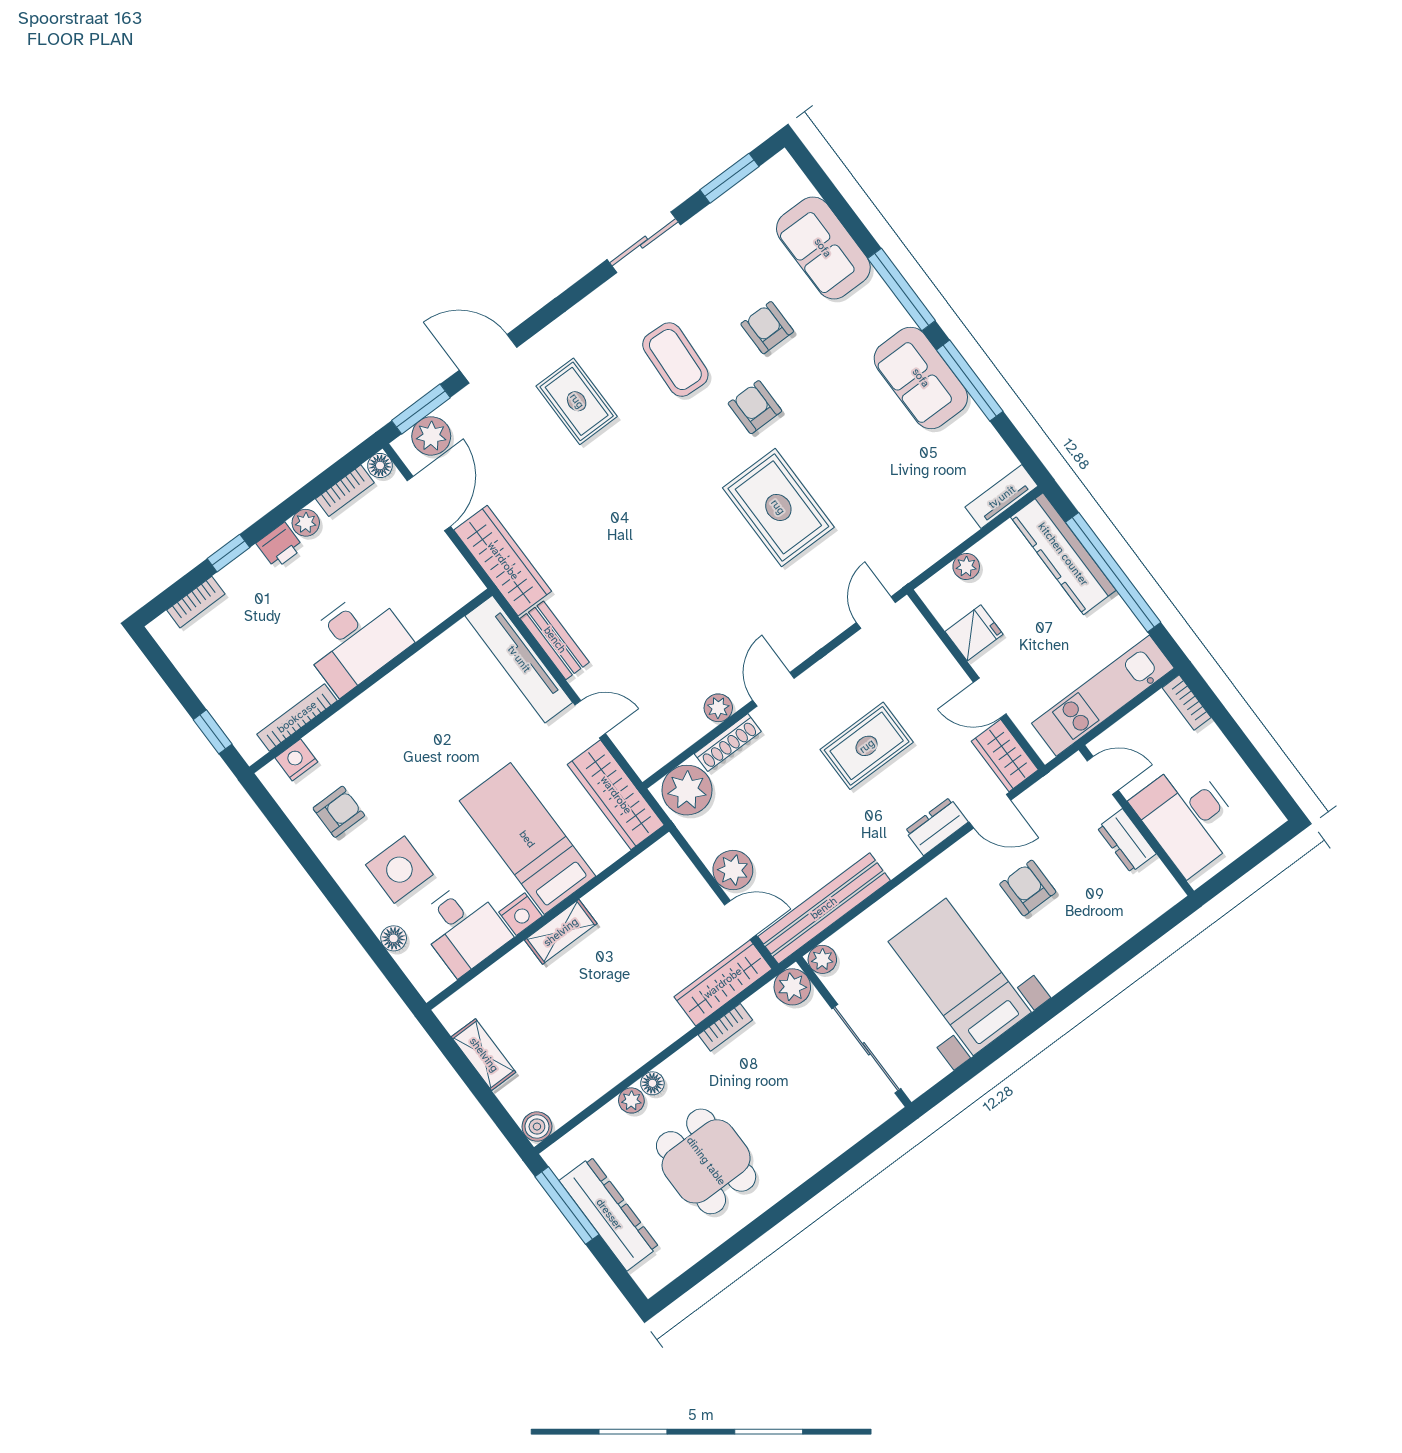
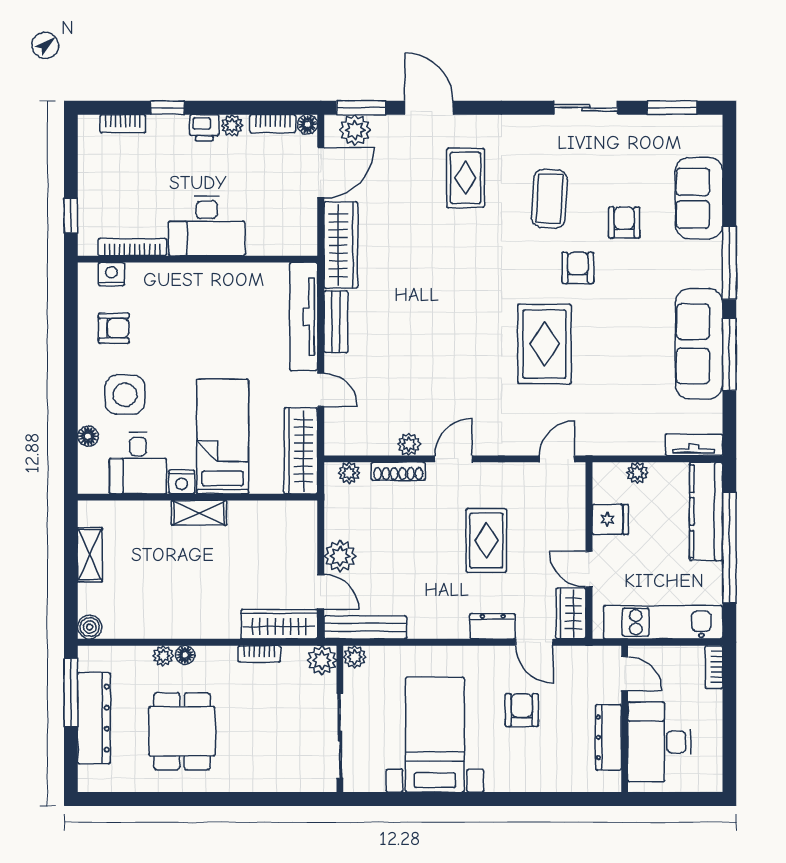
sofa: (921, 378) -> (699, 344), width x1.36
rug: (867, 746) -> (486, 540), turned 90
plant: (687, 790) -> (349, 473), width x0.53, depth x0.53
dresser: (1127, 841) -> (608, 737), width x1.44
bench: (824, 908) -> (365, 627), width x0.73, depth x0.82

